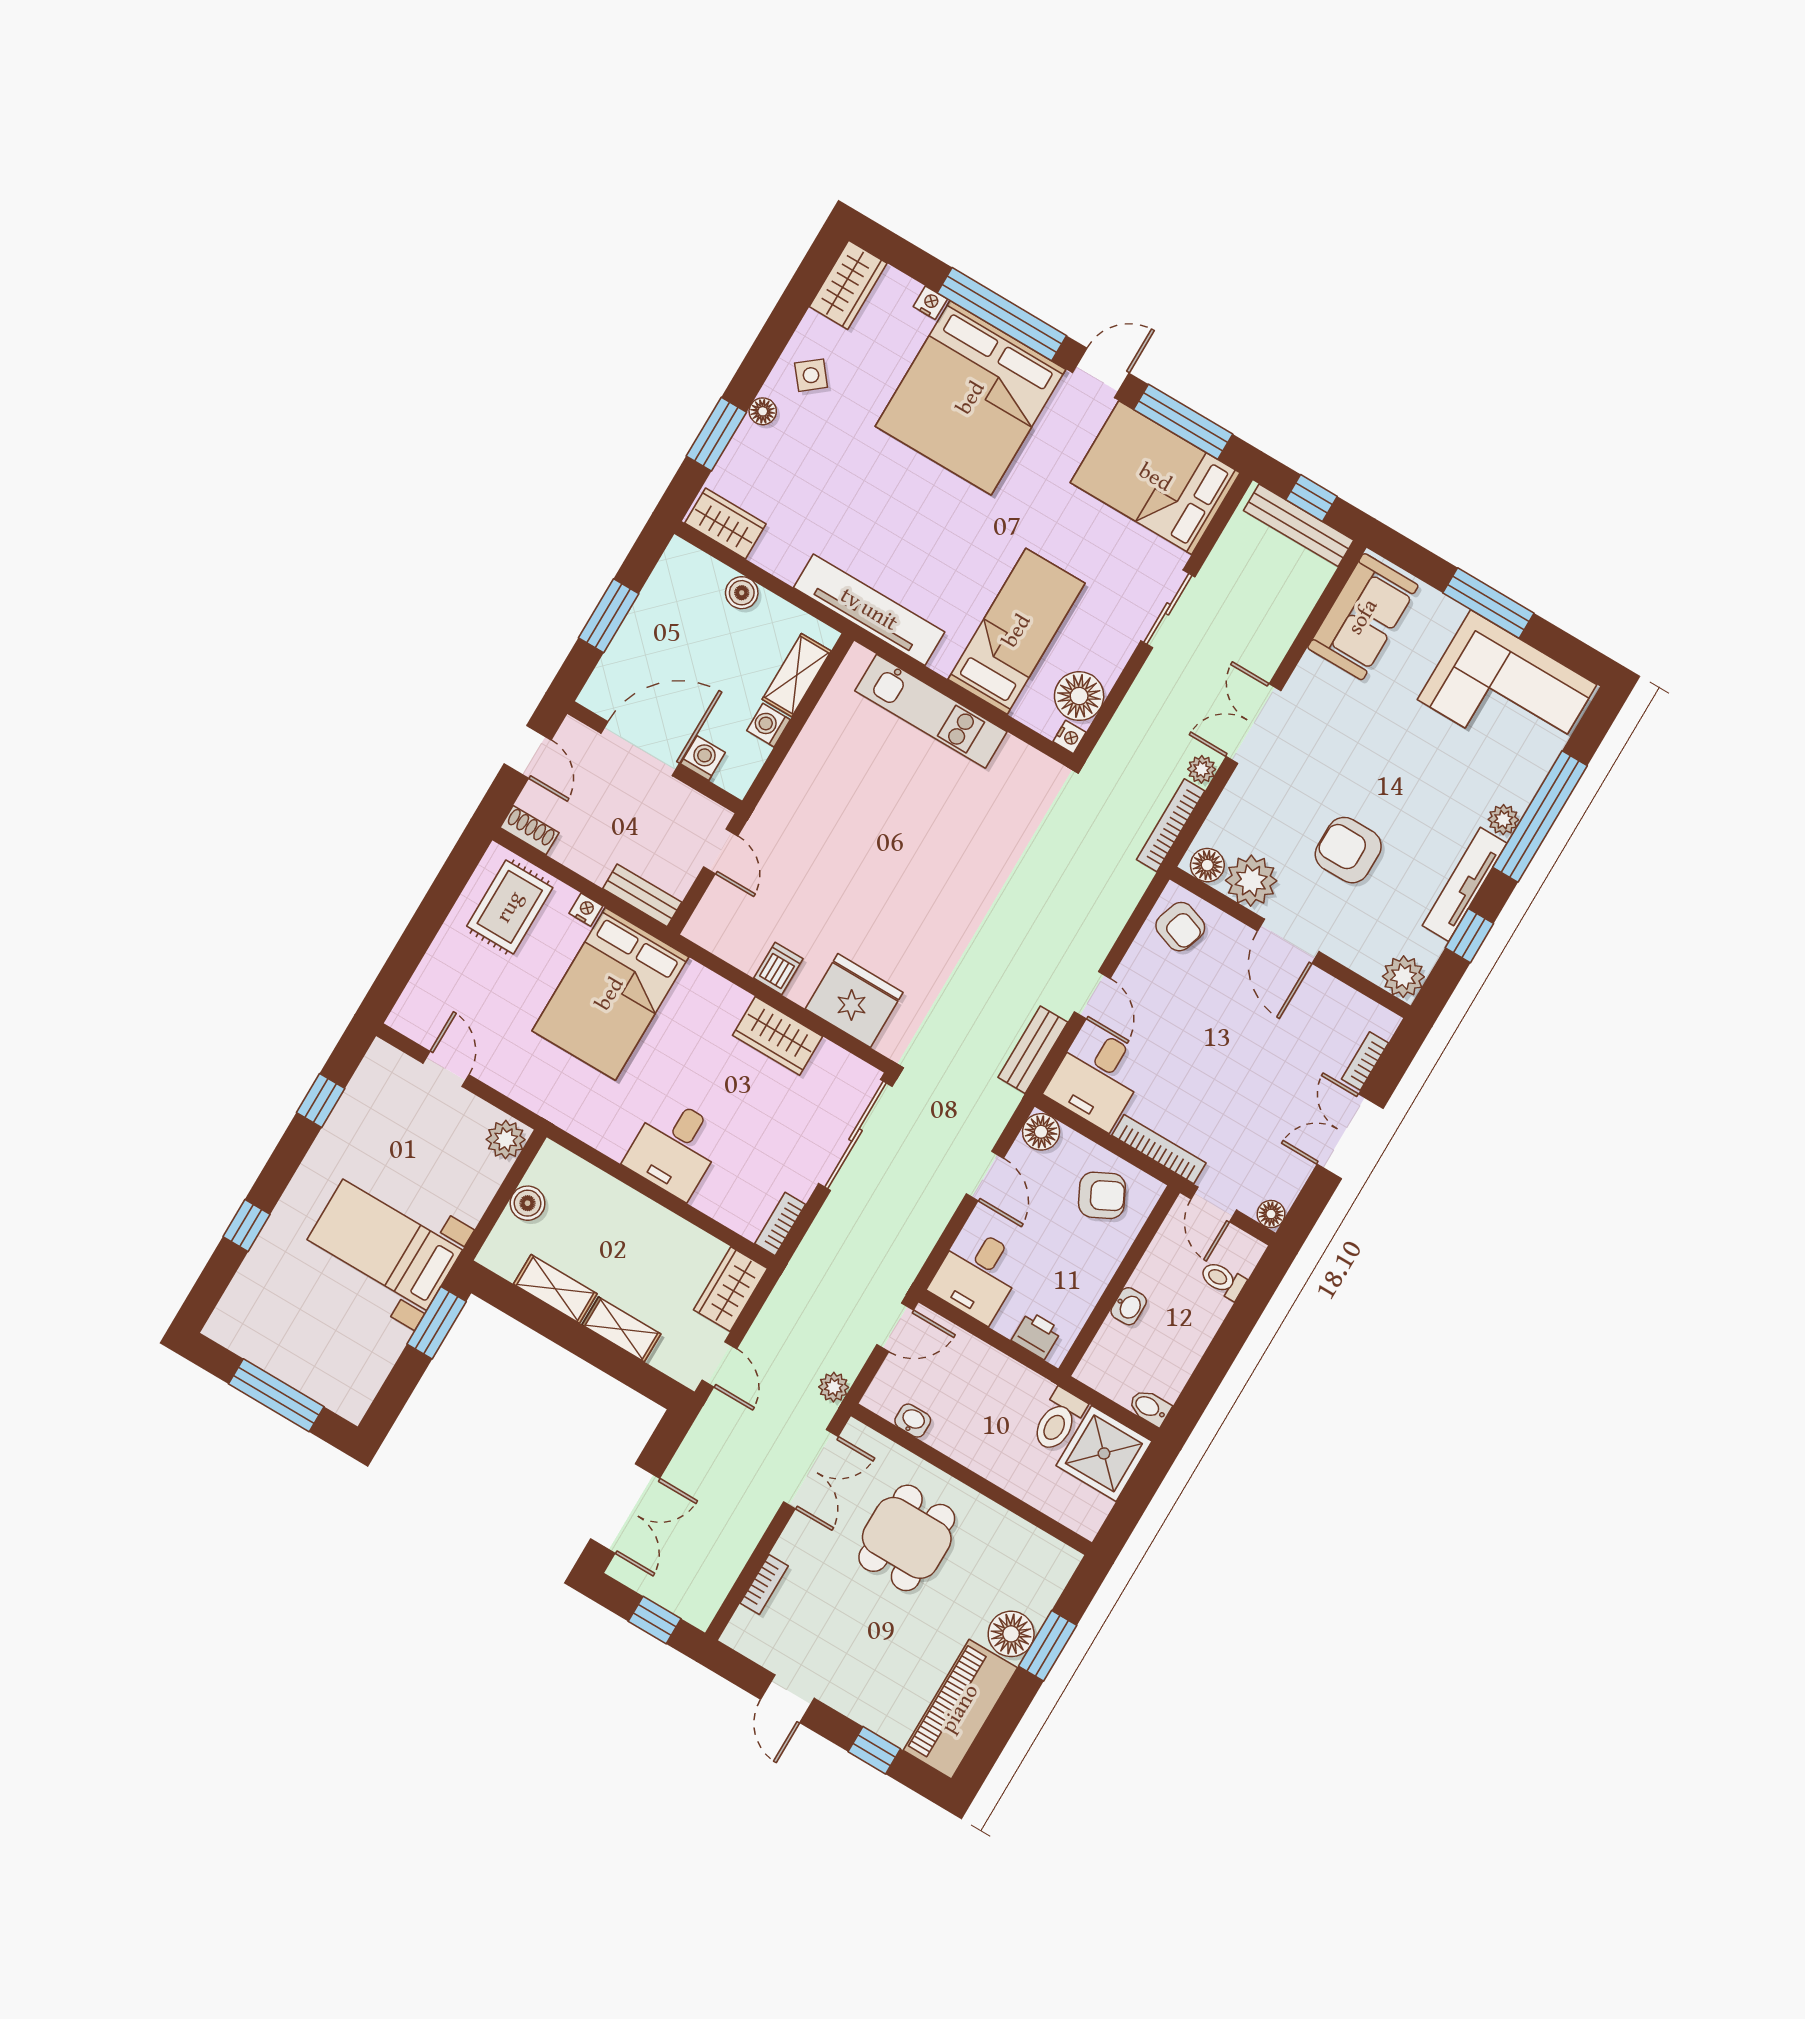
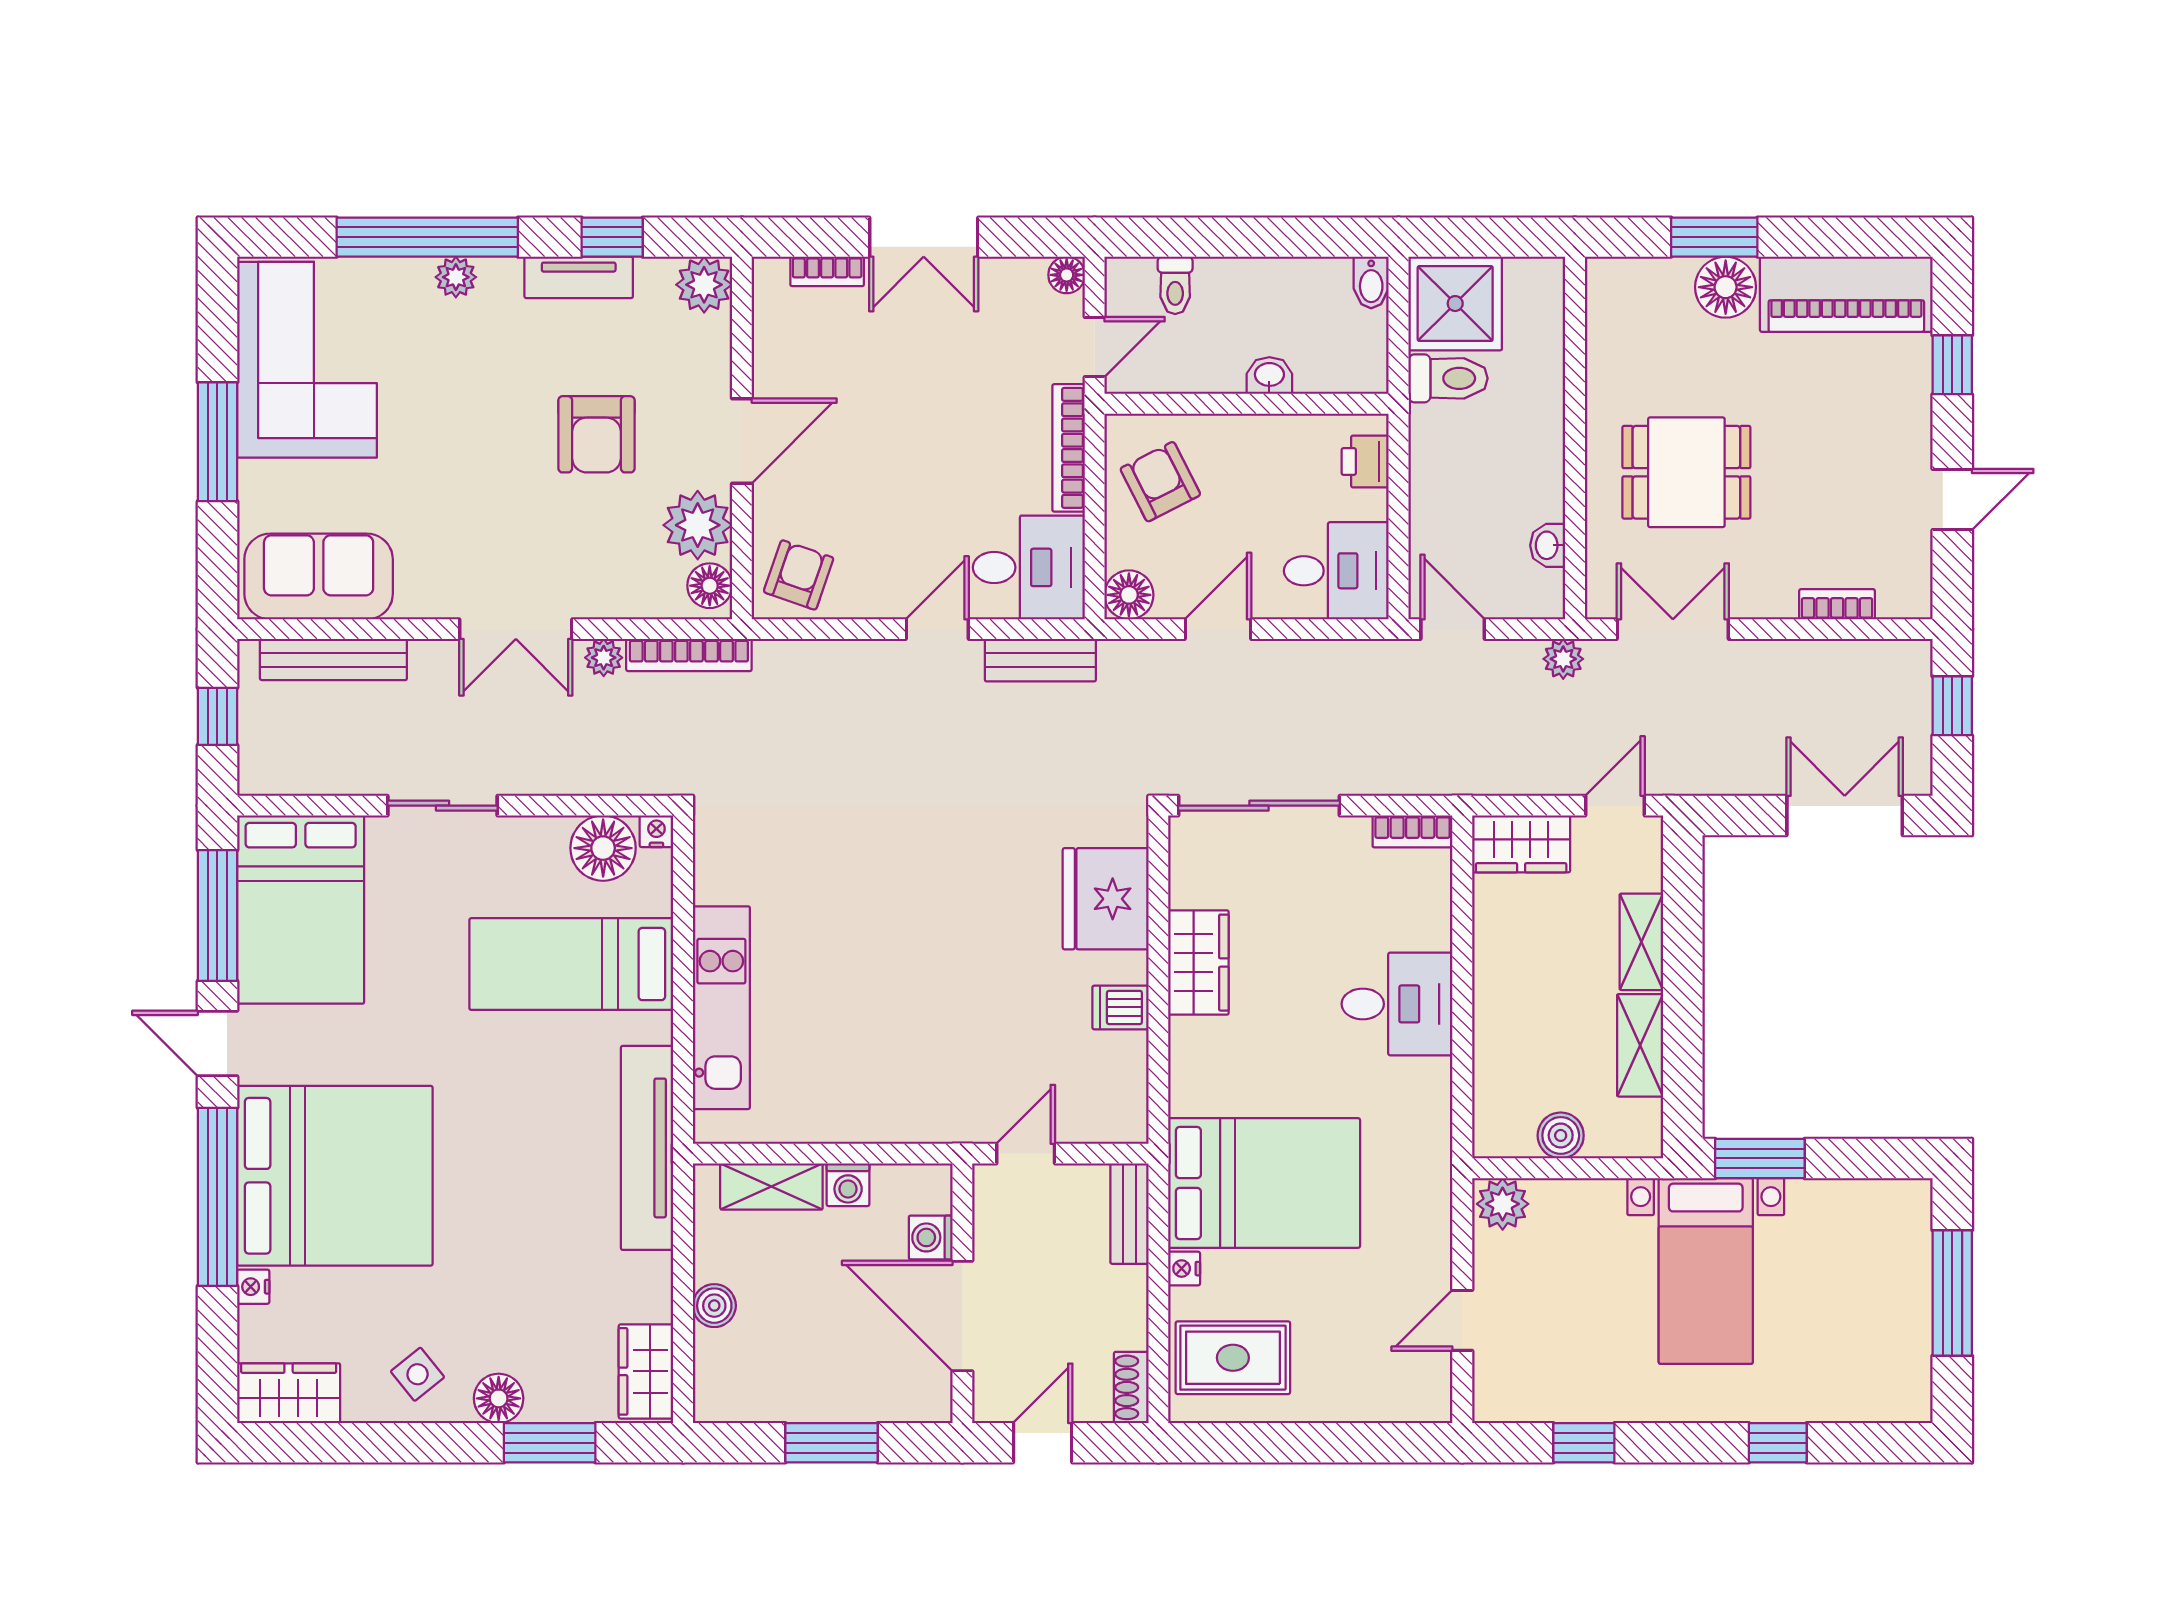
floor lamp: (763, 411) -> (499, 1398), width x1.37, depth x1.37
bench: (1299, 525) -> (333, 660), moved, turned 90
tv unit: (1465, 884) -> (579, 277), width x0.71

